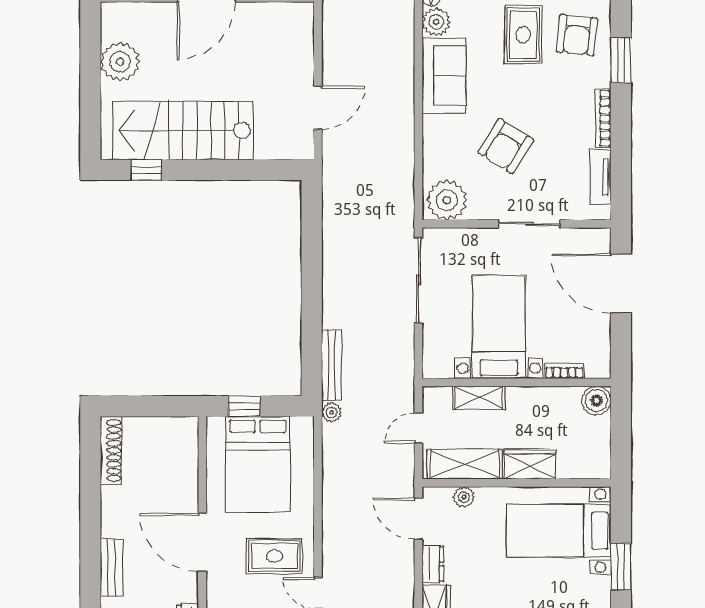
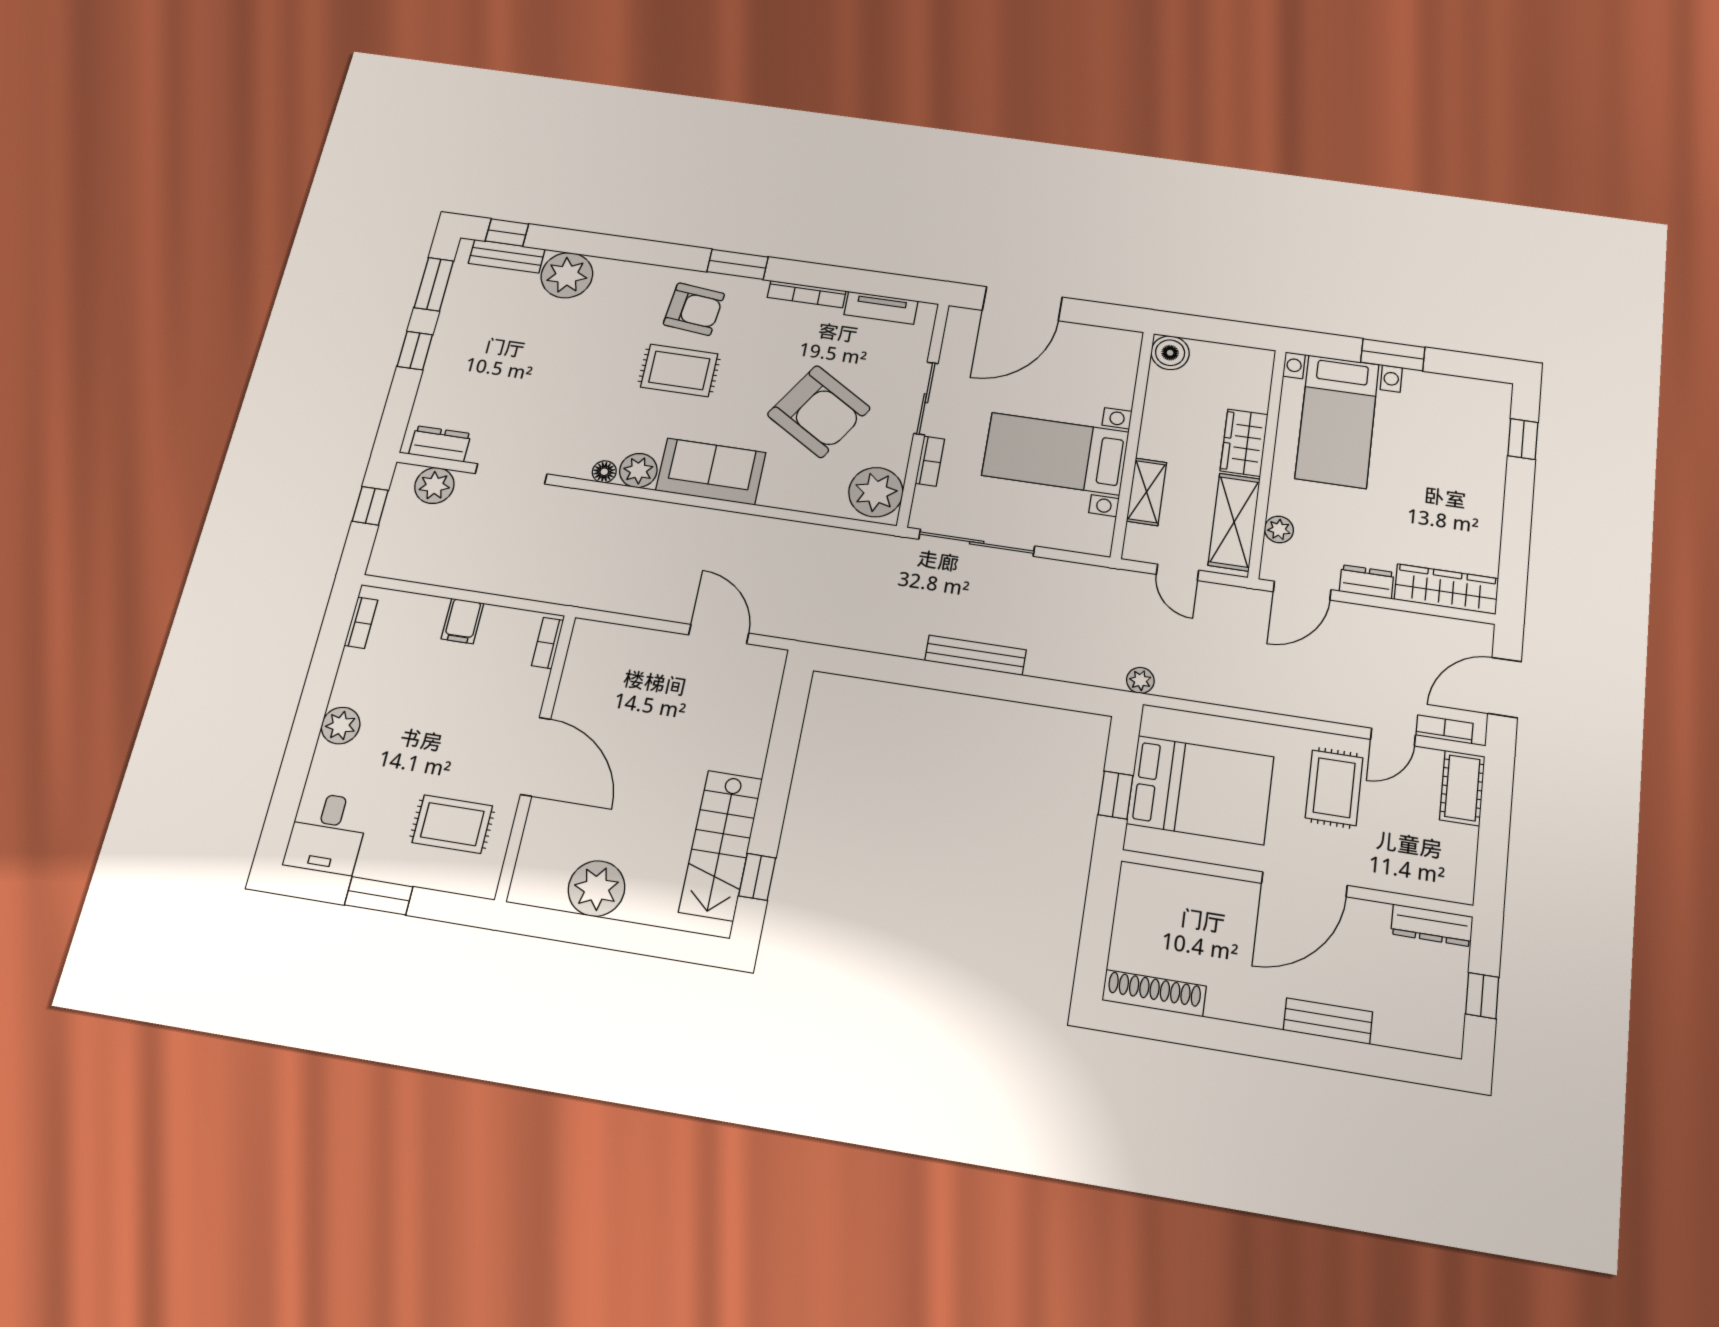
stairs: (183, 131) -> (721, 845), width x0.73, depth x0.66
armchair: (506, 146) -> (819, 411), width x1.36, depth x1.36
bench: (332, 365) -> (975, 655), moved
bookcase: (564, 371) -> (930, 461), moved, turned 180

